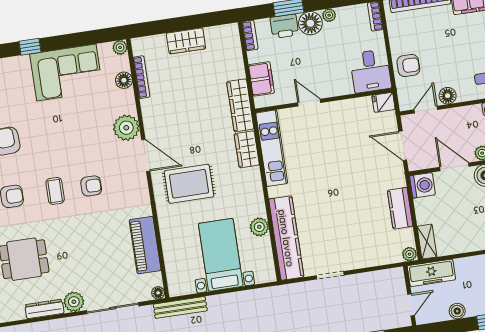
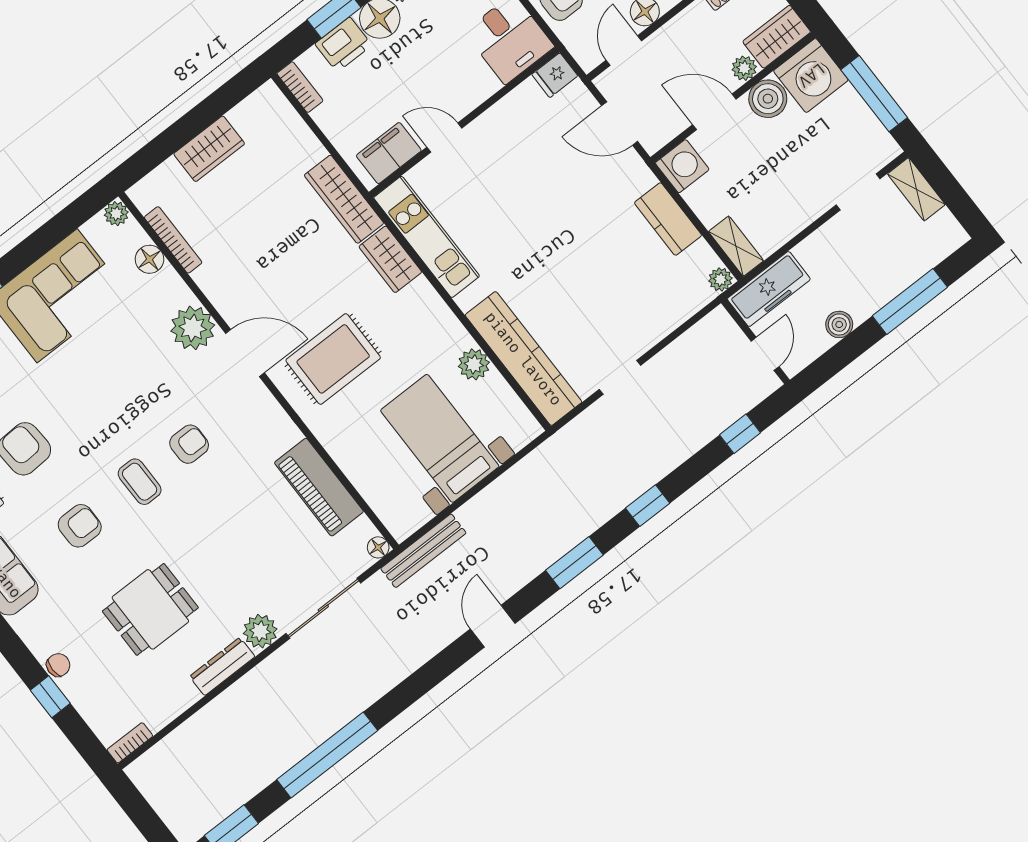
filing cabinet: (261, 79) -> (389, 153), moved, turned -90

